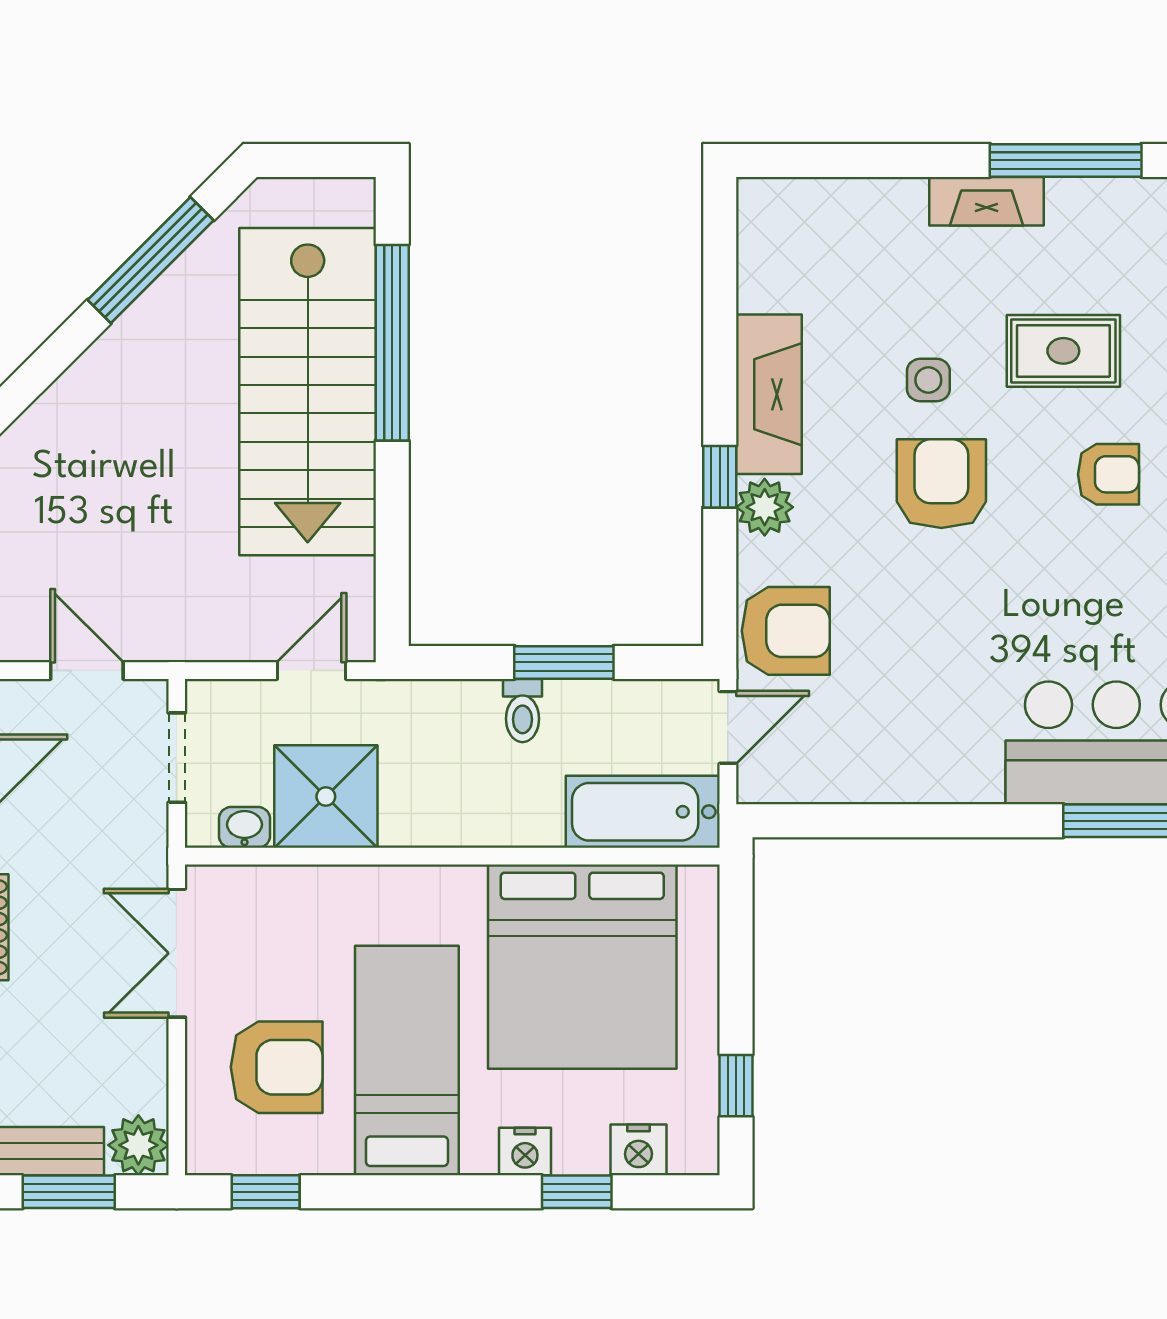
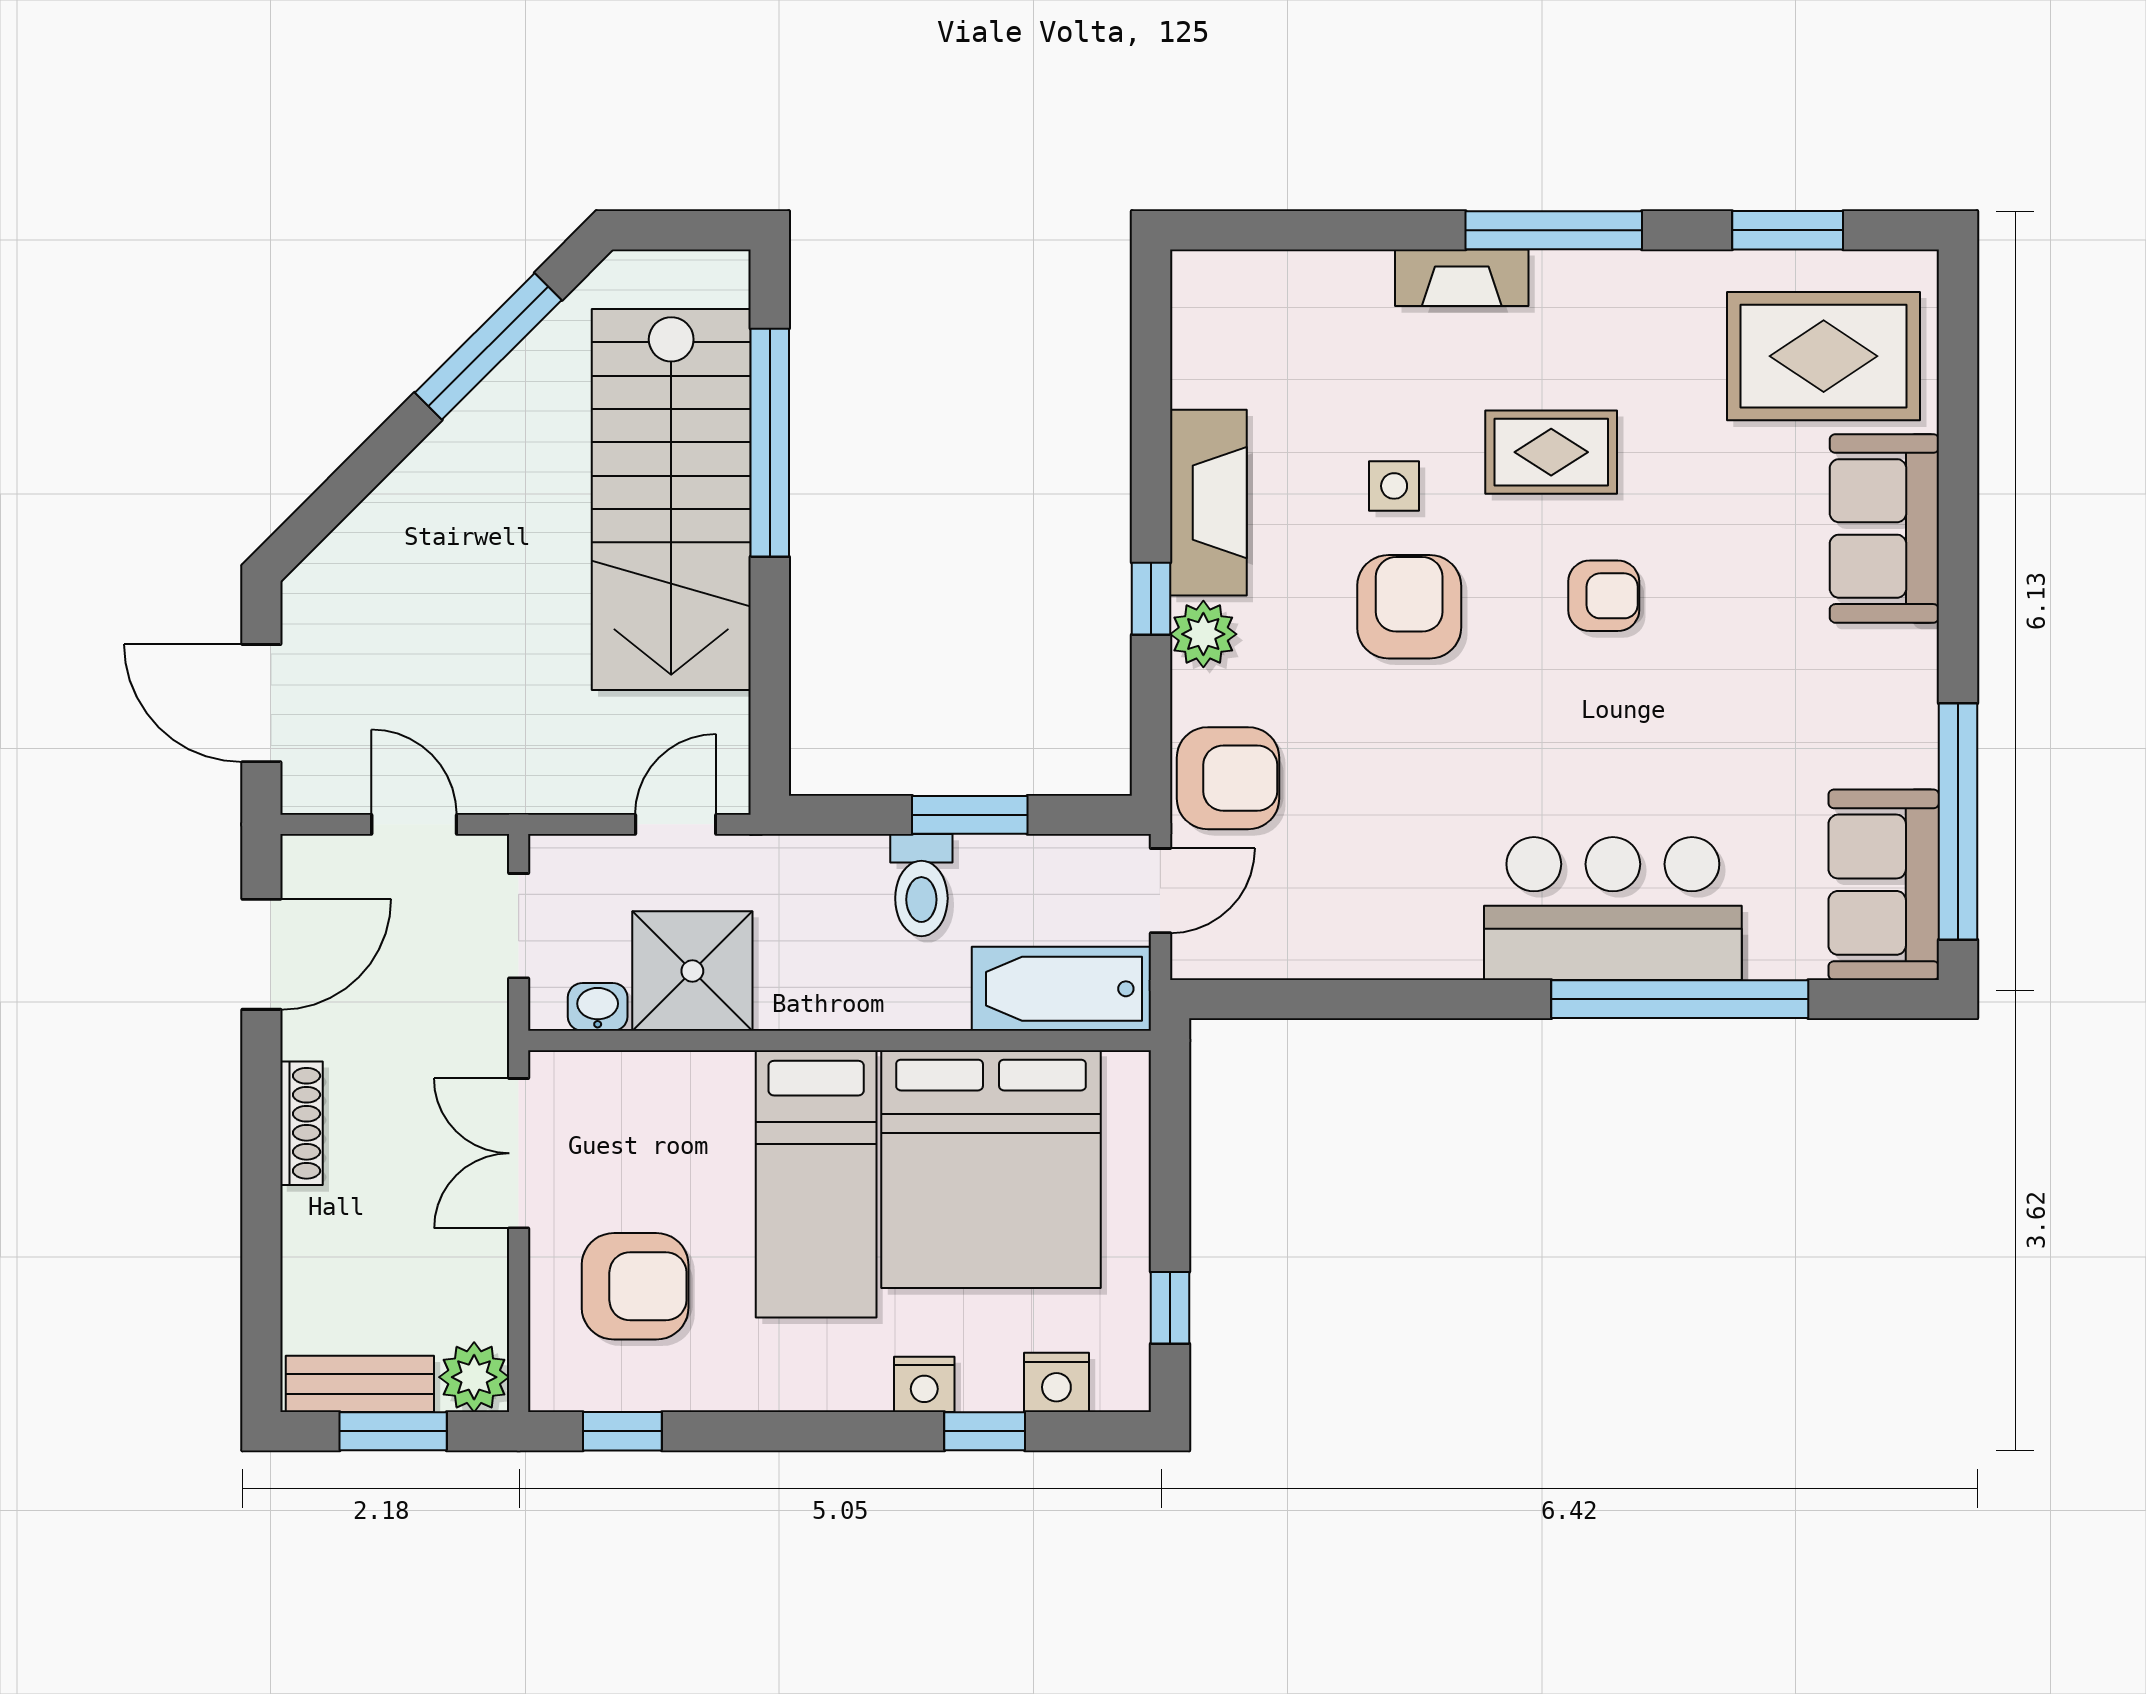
toilet: (522, 711) -> (921, 885), width x1.37, depth x1.39
bed: (407, 1060) -> (816, 1184), moved, turned 180

